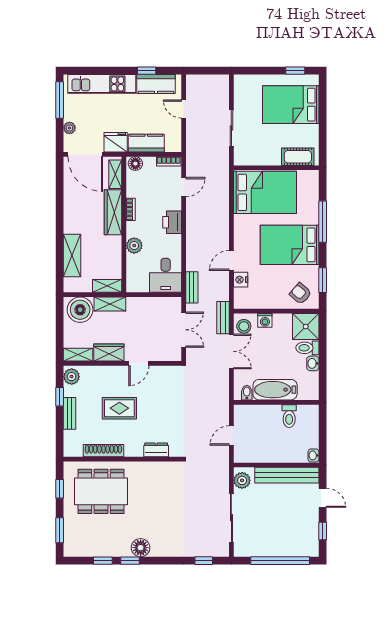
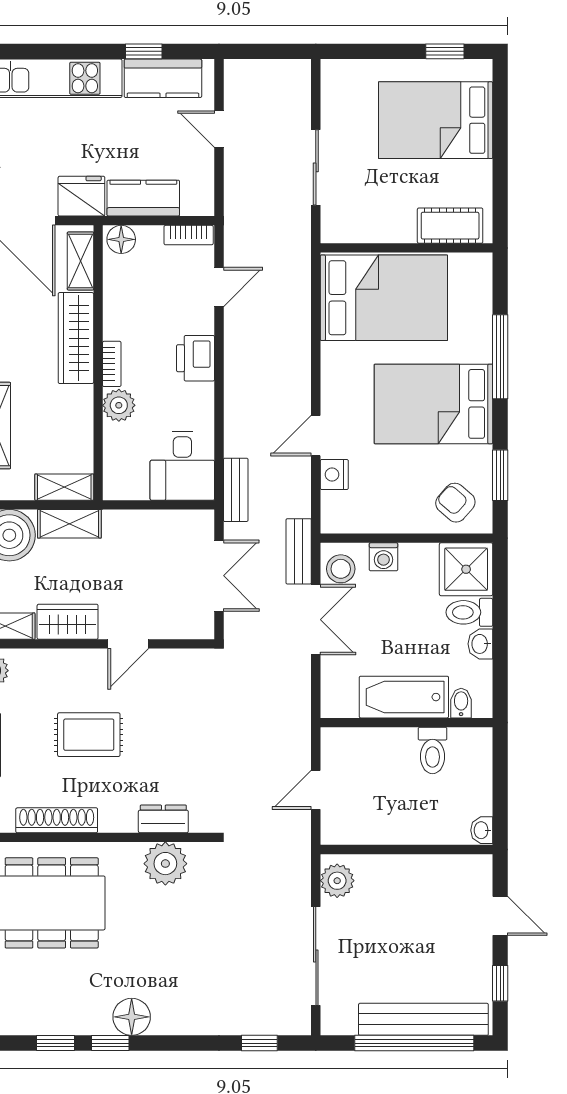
bookcase: (131, 209) -> (112, 364), moved
bidet: (247, 393) -> (461, 703), moved
plant: (157, 472) -> (165, 864), added
bench: (287, 475) -> (423, 1019), moved

